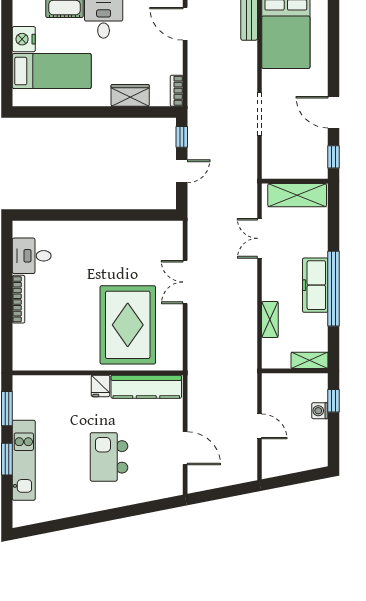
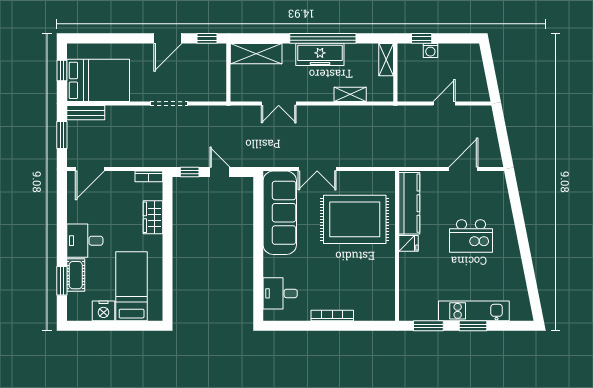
shelving: (297, 195) -> (256, 54), moved, turned 90
sofa: (135, 239) -> (280, 213), added
desk: (32, 256) -> (280, 293), moved, turned 90

